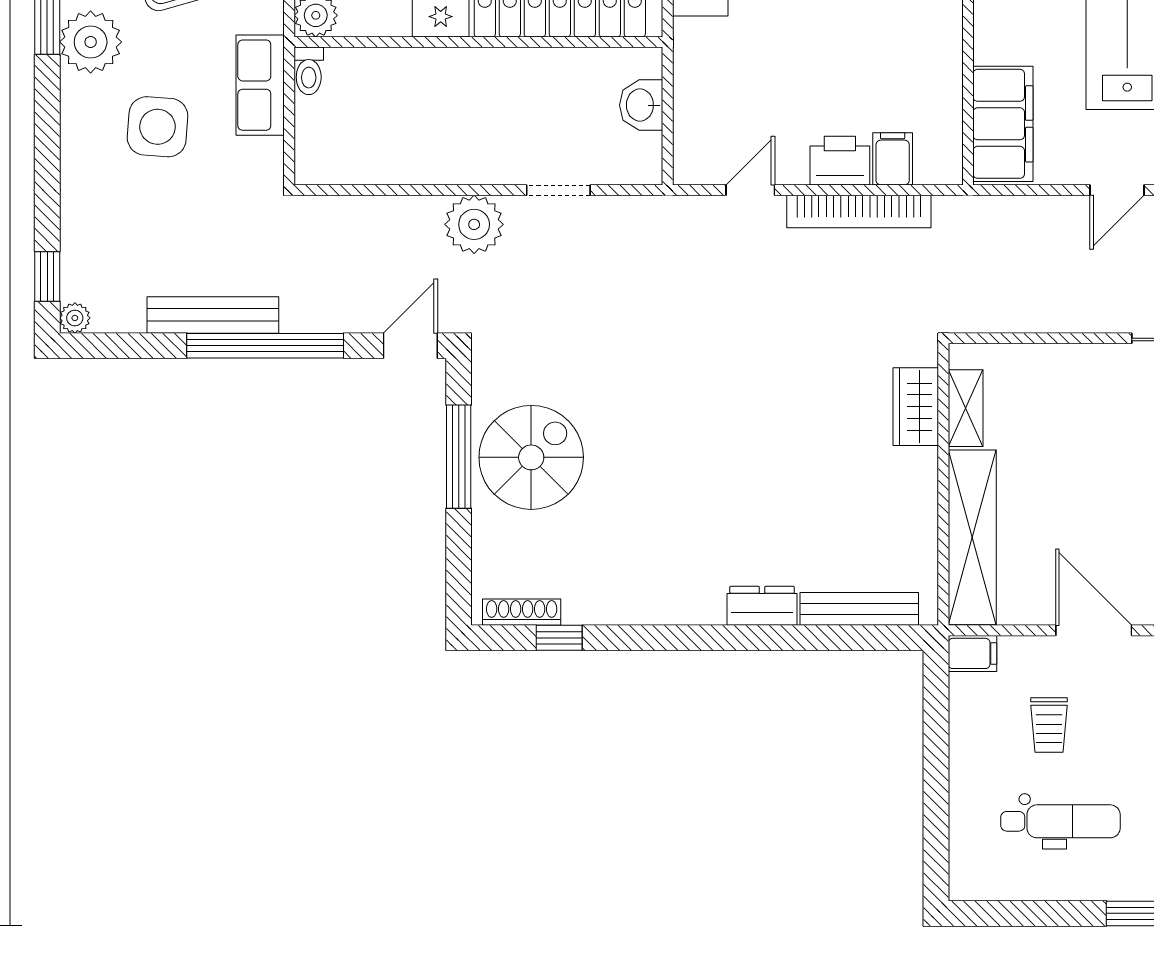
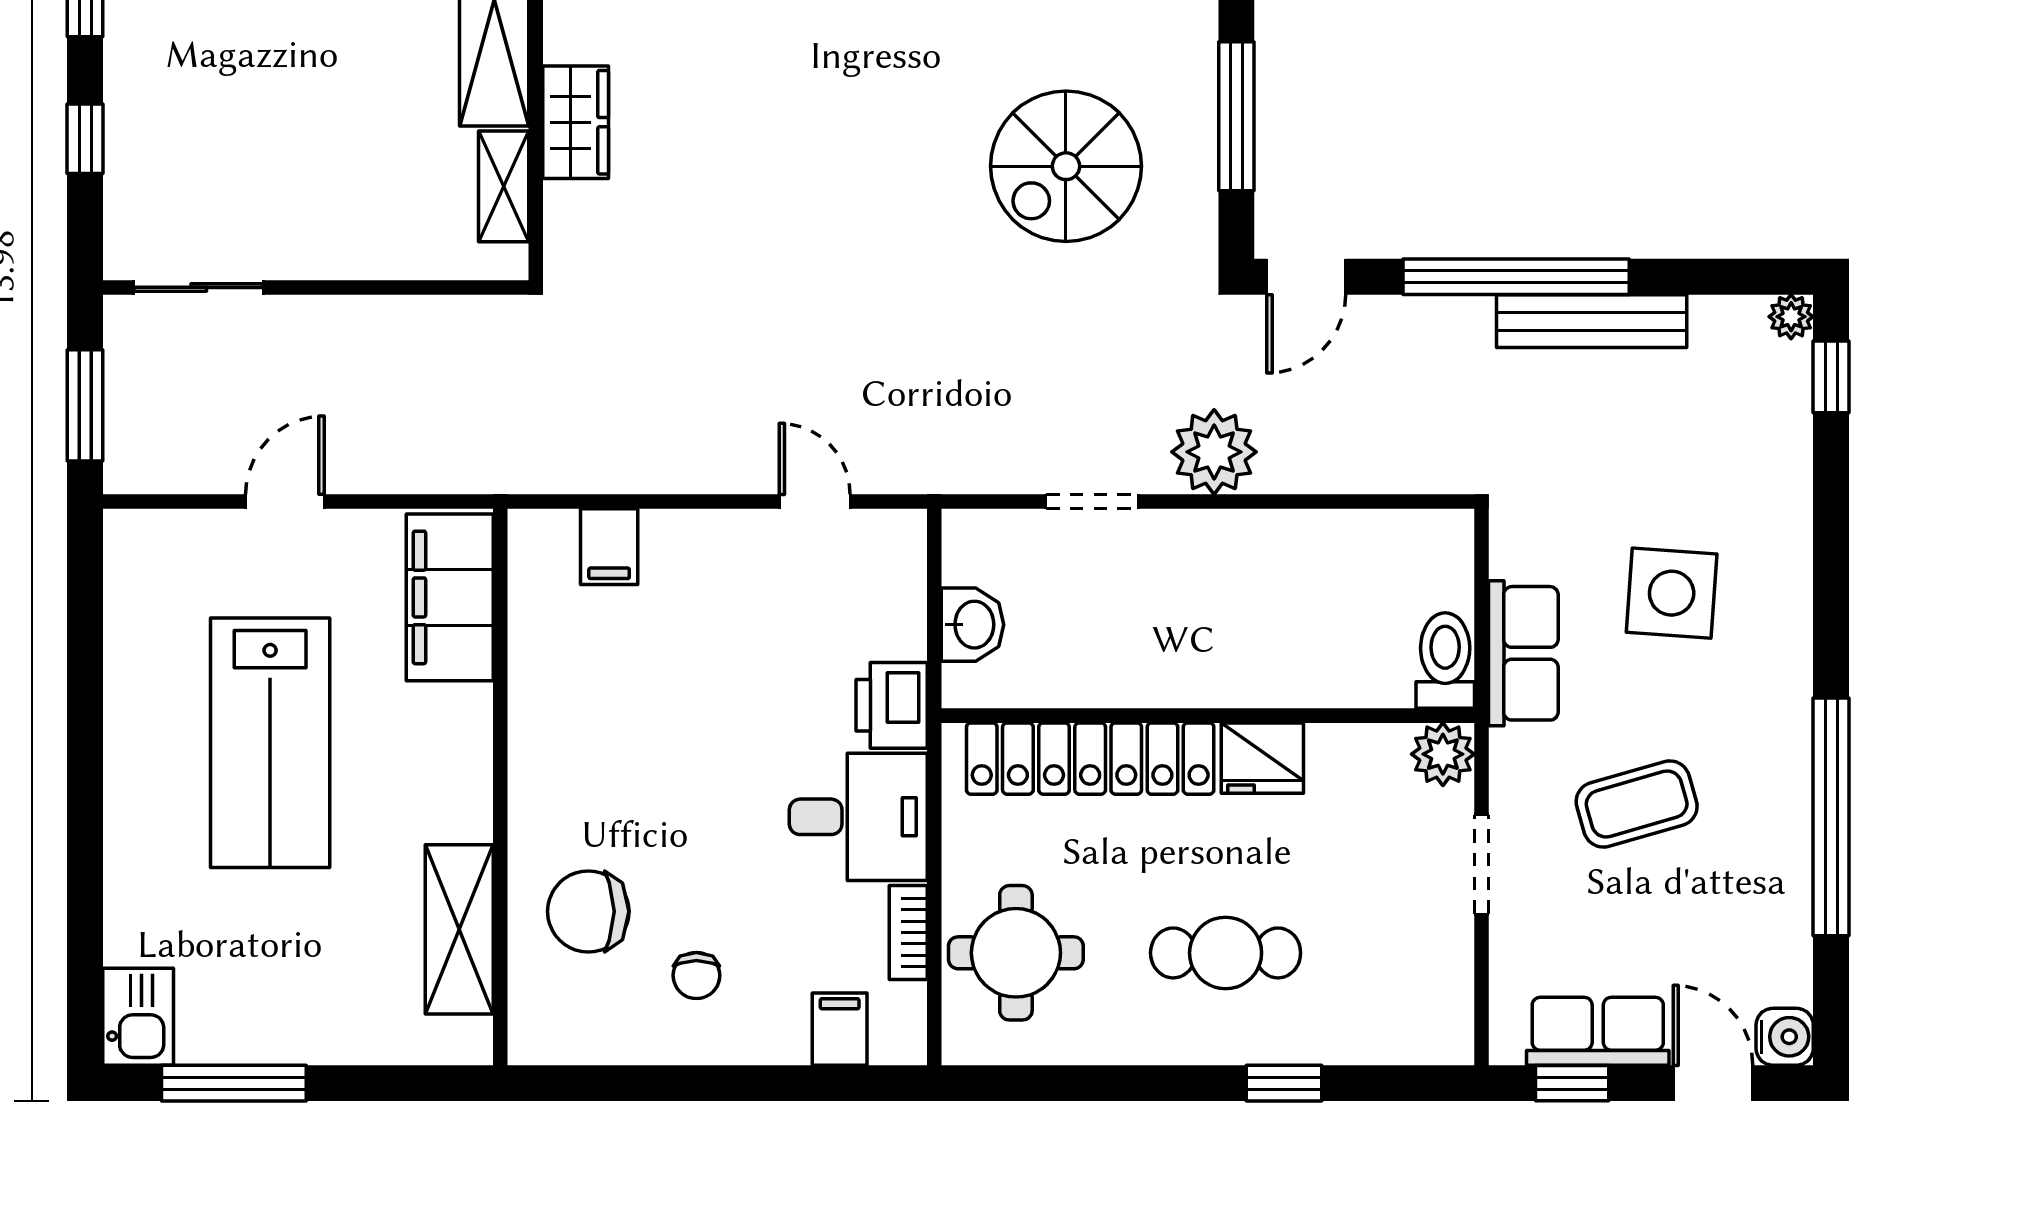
plant: (91, 42) -> (1768, 716), removed
toilet: (309, 71) -> (1445, 661), width x1.37, depth x1.39
printer: (840, 161) -> (892, 705), moved, turned 90
door: (750, 190) -> (815, 502), swing flipped
bookcase: (859, 211) -> (658, 471), removed
wardrobe: (916, 407) -> (576, 122), moved
spiral stairs: (531, 457) -> (1066, 166), moved

